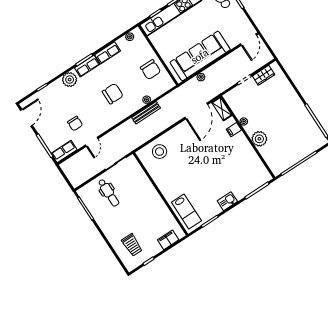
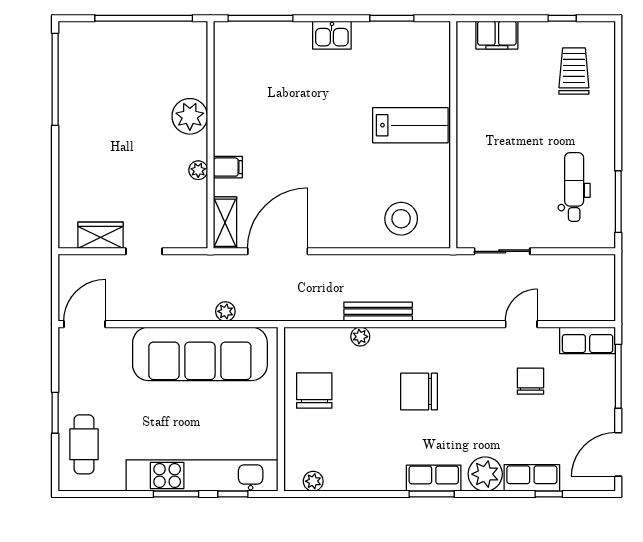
row of seats: (108, 53) -> (532, 478), moved
dental chair: (109, 193) -> (574, 187), moved
lab bench: (186, 212) -> (410, 125), moved, turned 90

